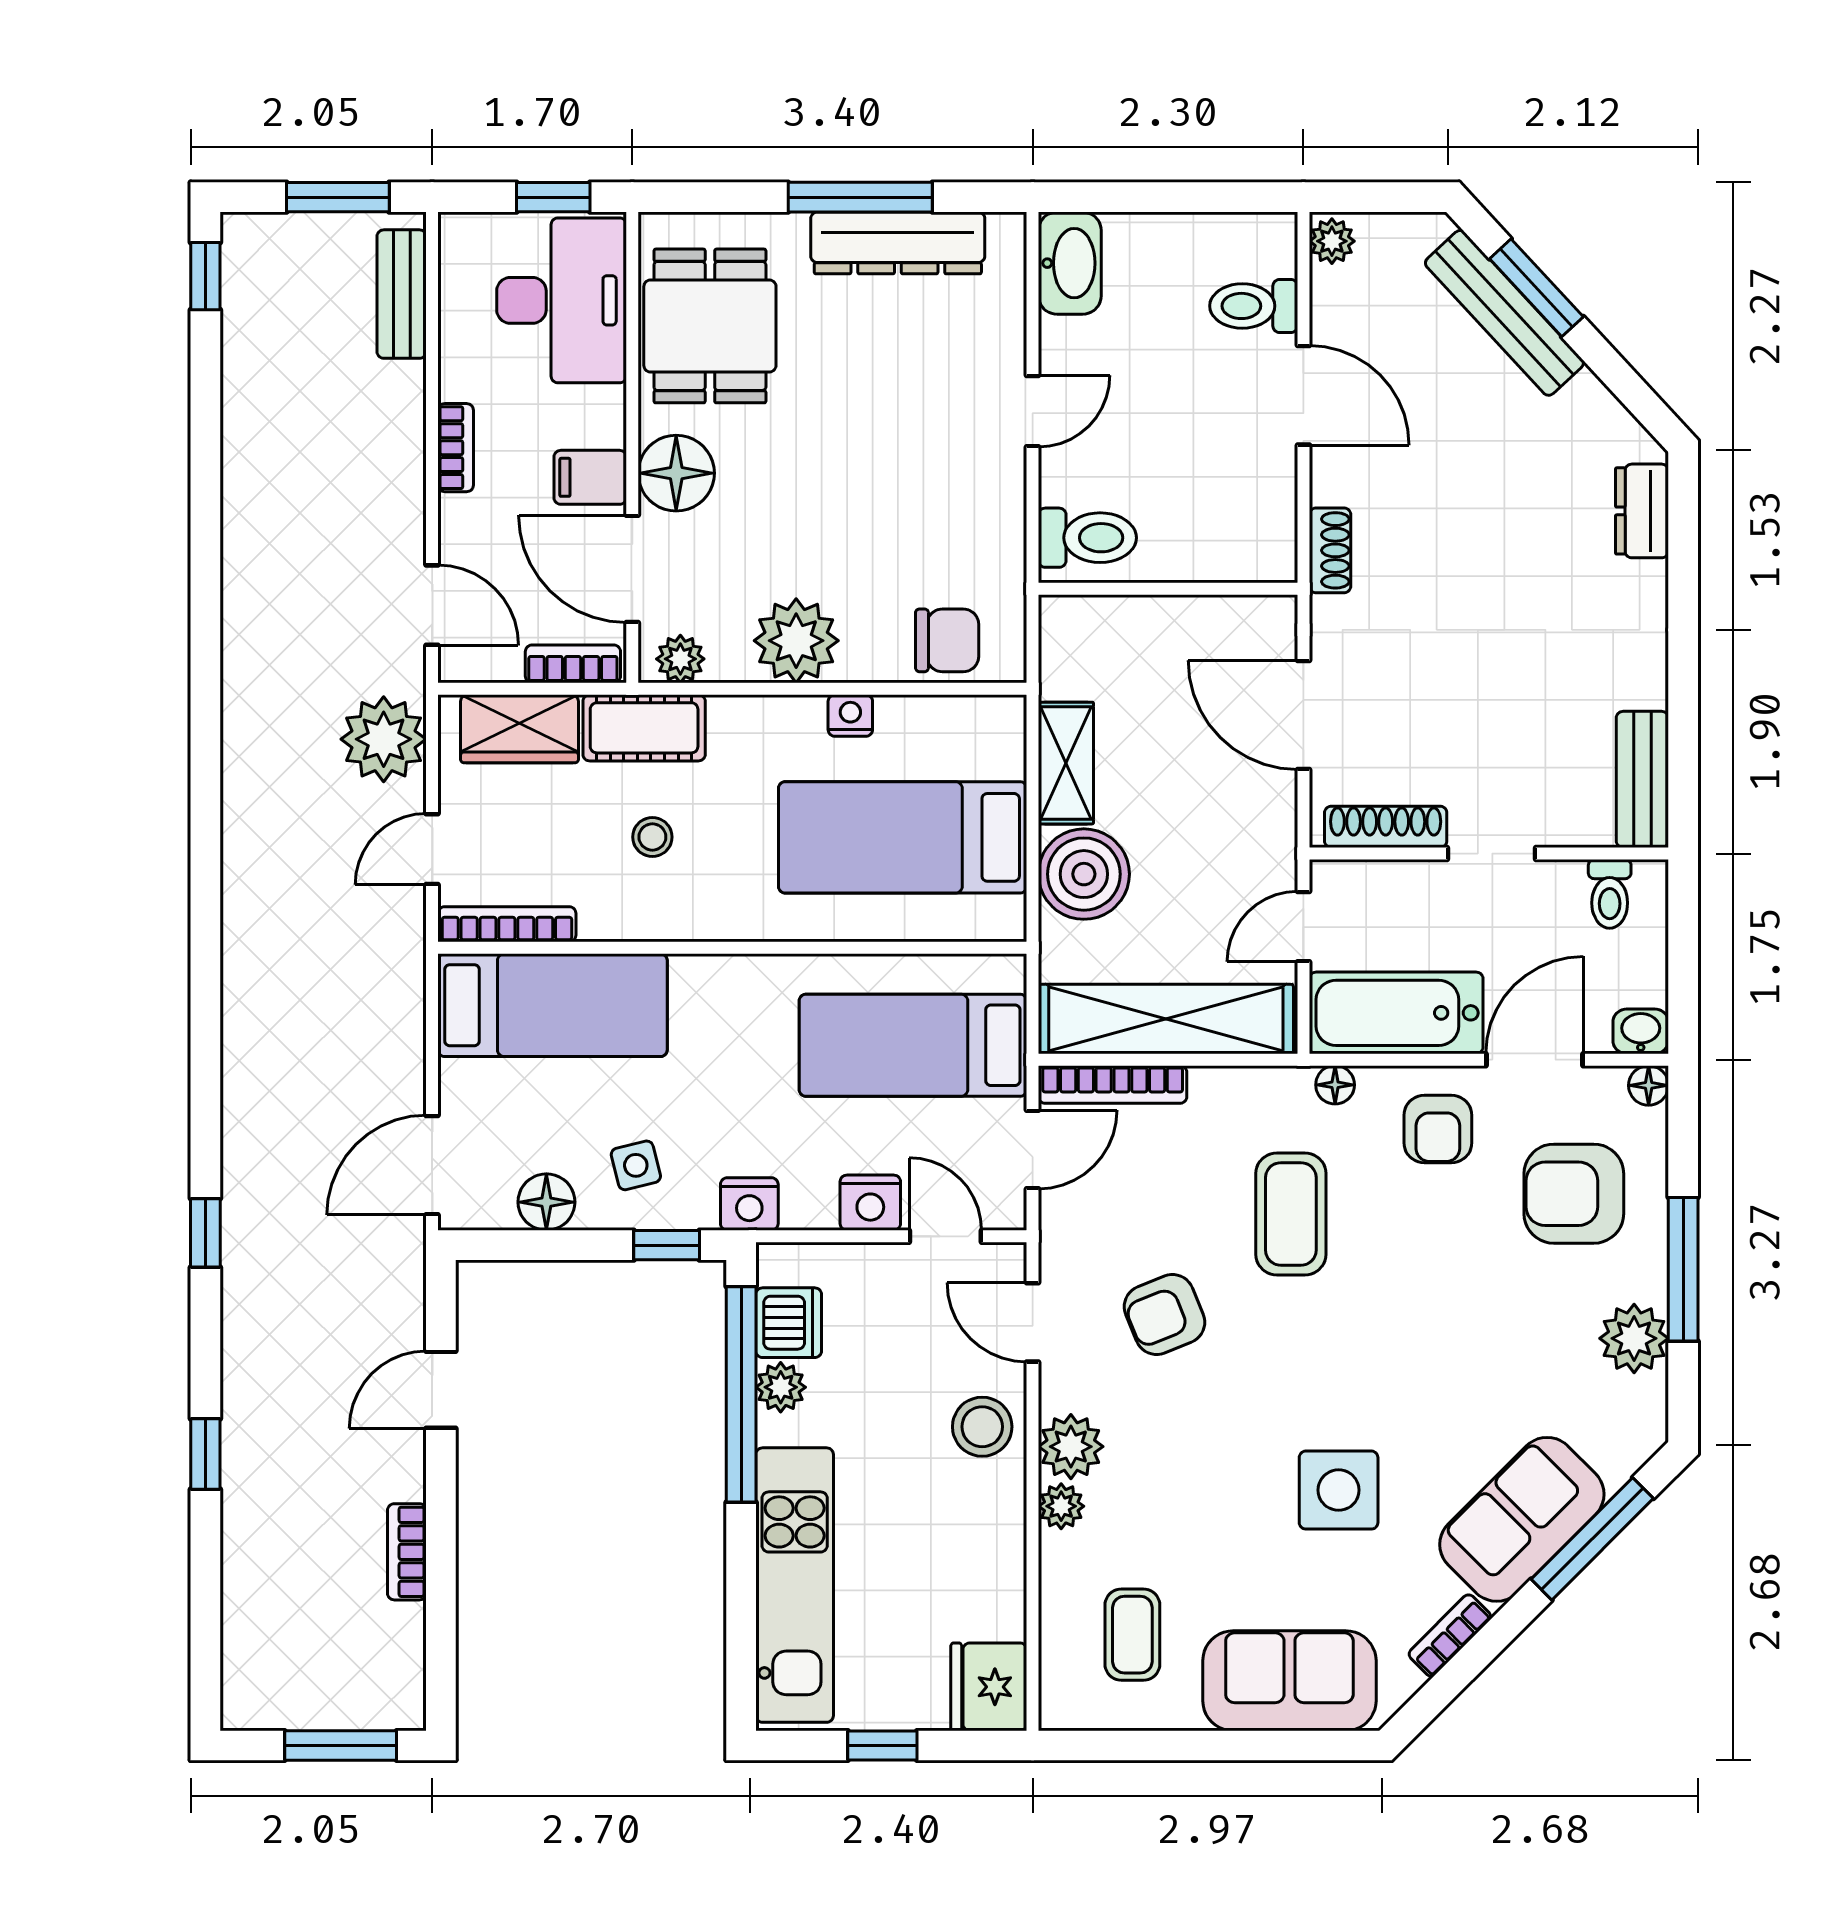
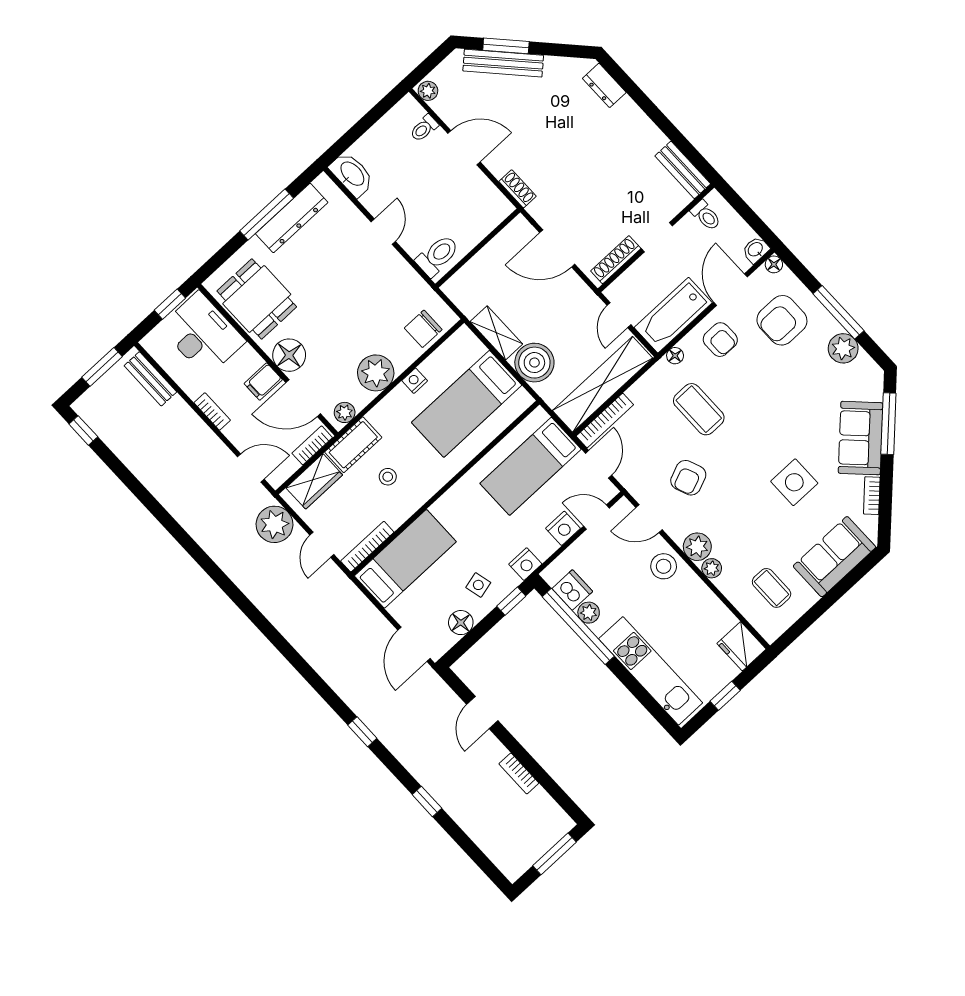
toilet: (1254, 306) -> (424, 128), width x0.73, depth x0.72
chair: (947, 640) -> (423, 329), turned 180

